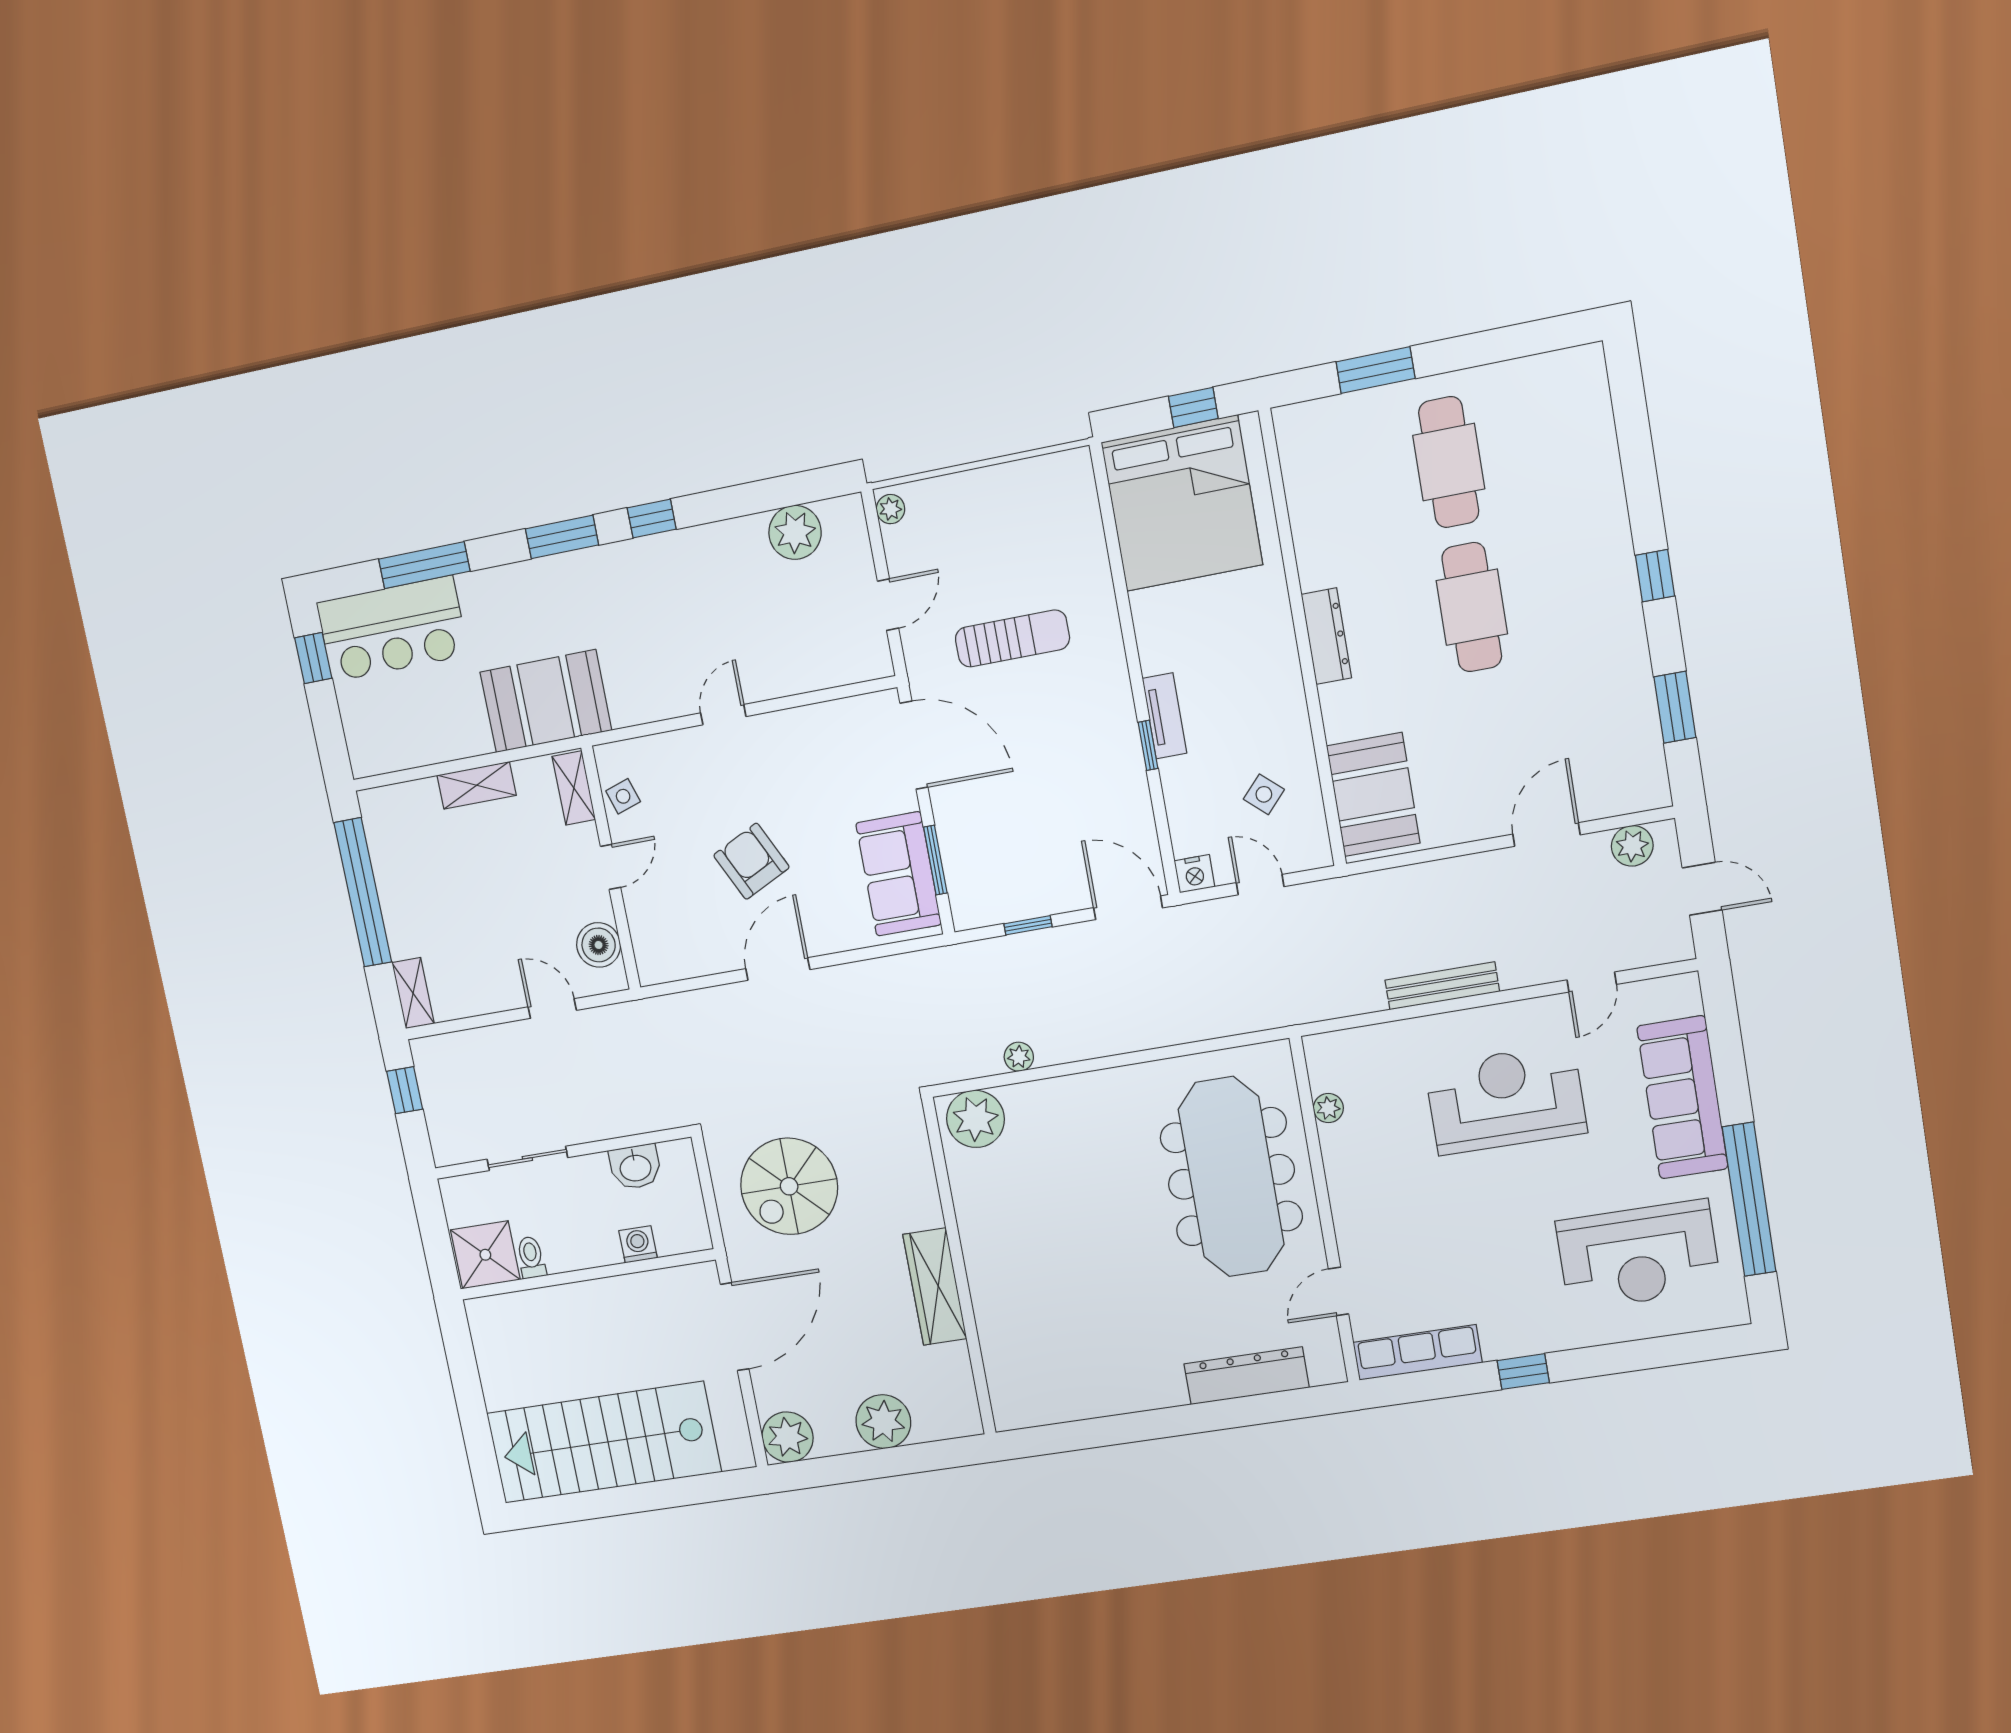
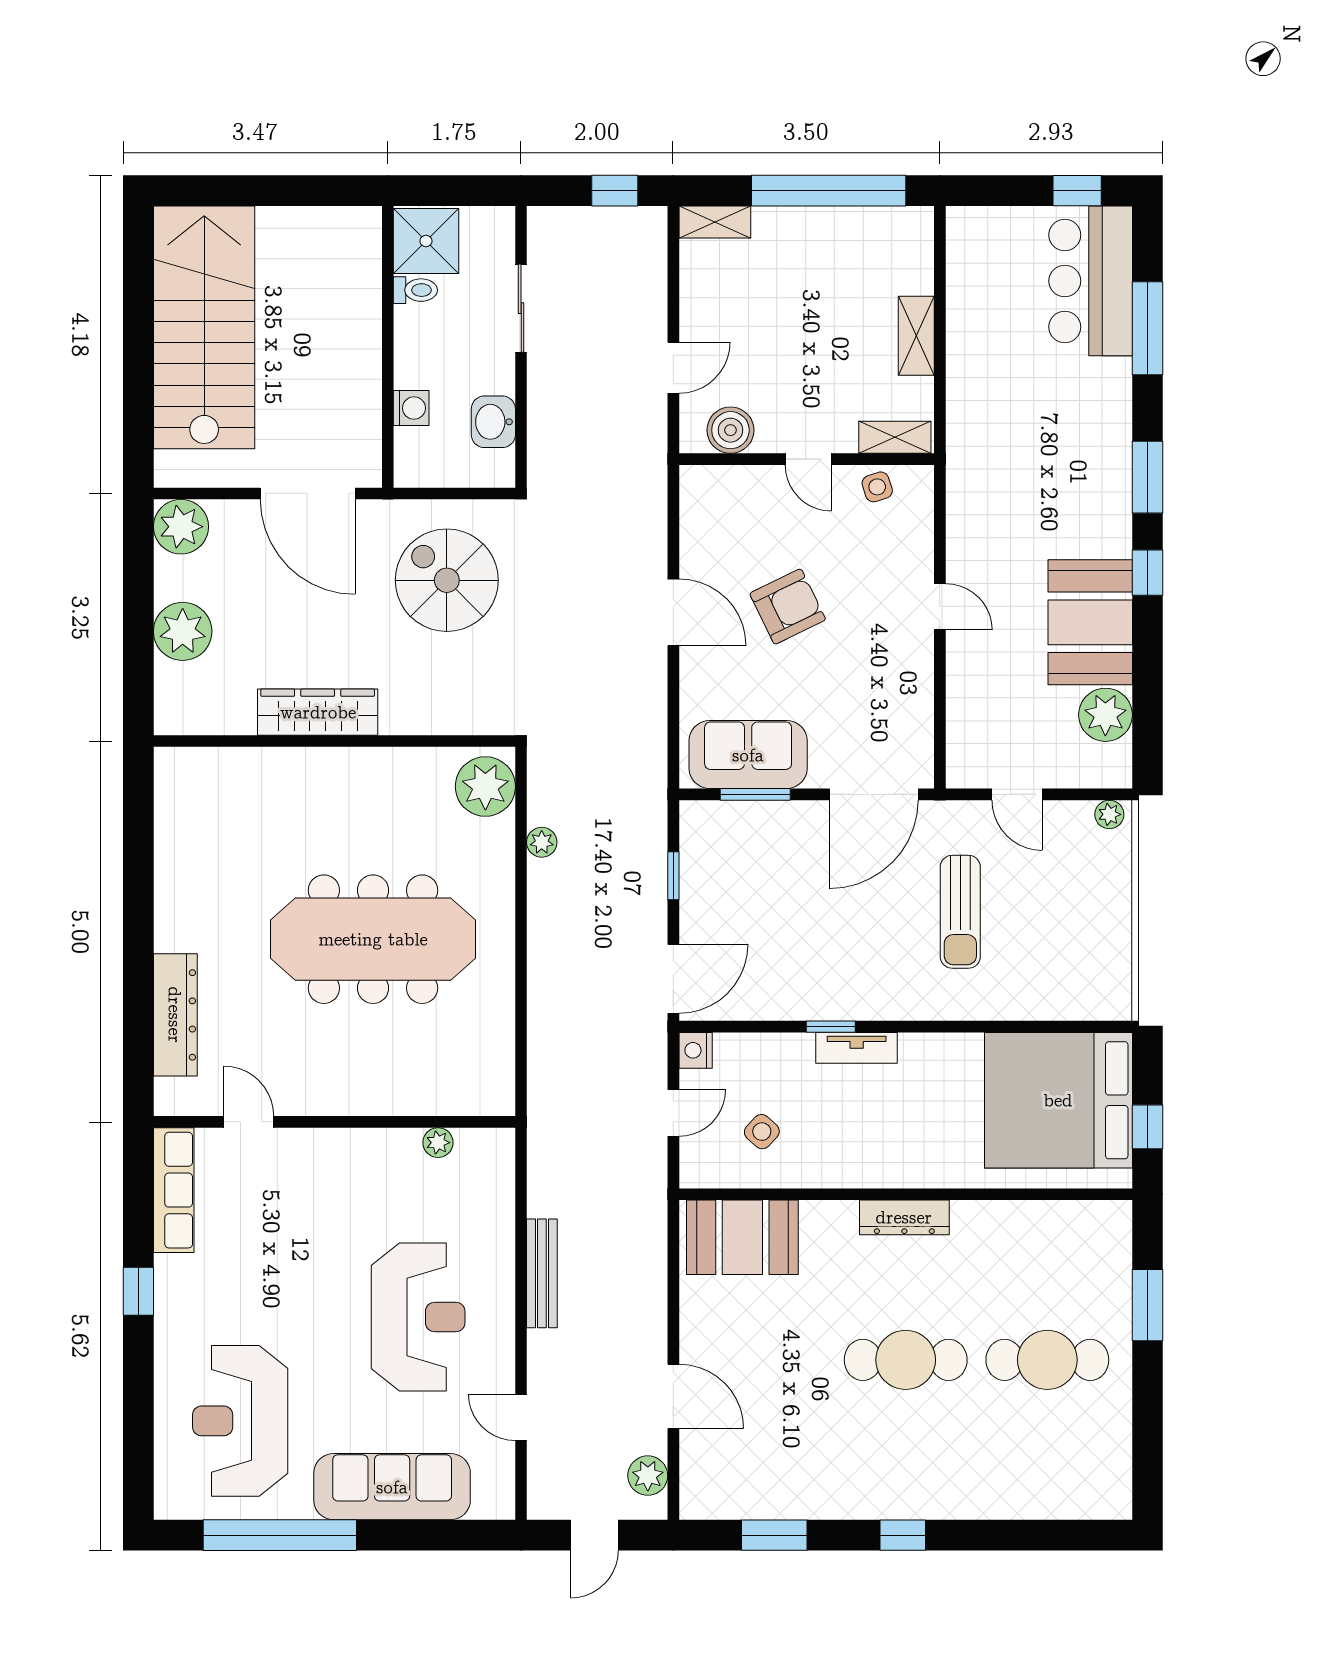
booth: (546, 701) -> (1090, 622), moved
meeting table: (1231, 1177) -> (373, 939), moved

